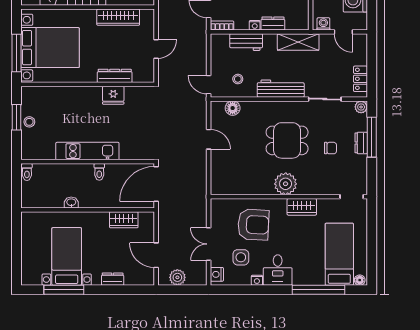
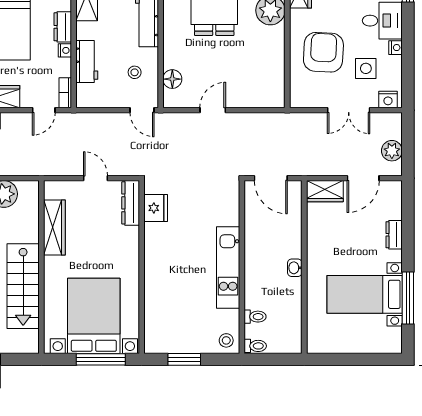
dresser: (115, 76) -> (131, 203), moved
door: (209, 85) -> (142, 110), hinge flipped
fridge: (113, 95) -> (156, 208), moved
stool: (29, 122) -> (226, 340), moved
toilet: (99, 172) -> (255, 317), moved
door: (156, 184) -> (271, 178), width x0.73
washbasin: (71, 203) -> (295, 268), moved
wardrobe: (124, 220) -> (325, 191), moved, turned 90

